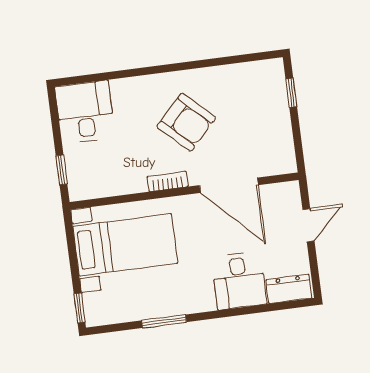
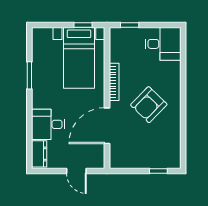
bookcase: (168, 181) -> (114, 82), width x1.56
window: (79, 308) -> (83, 25), moved

